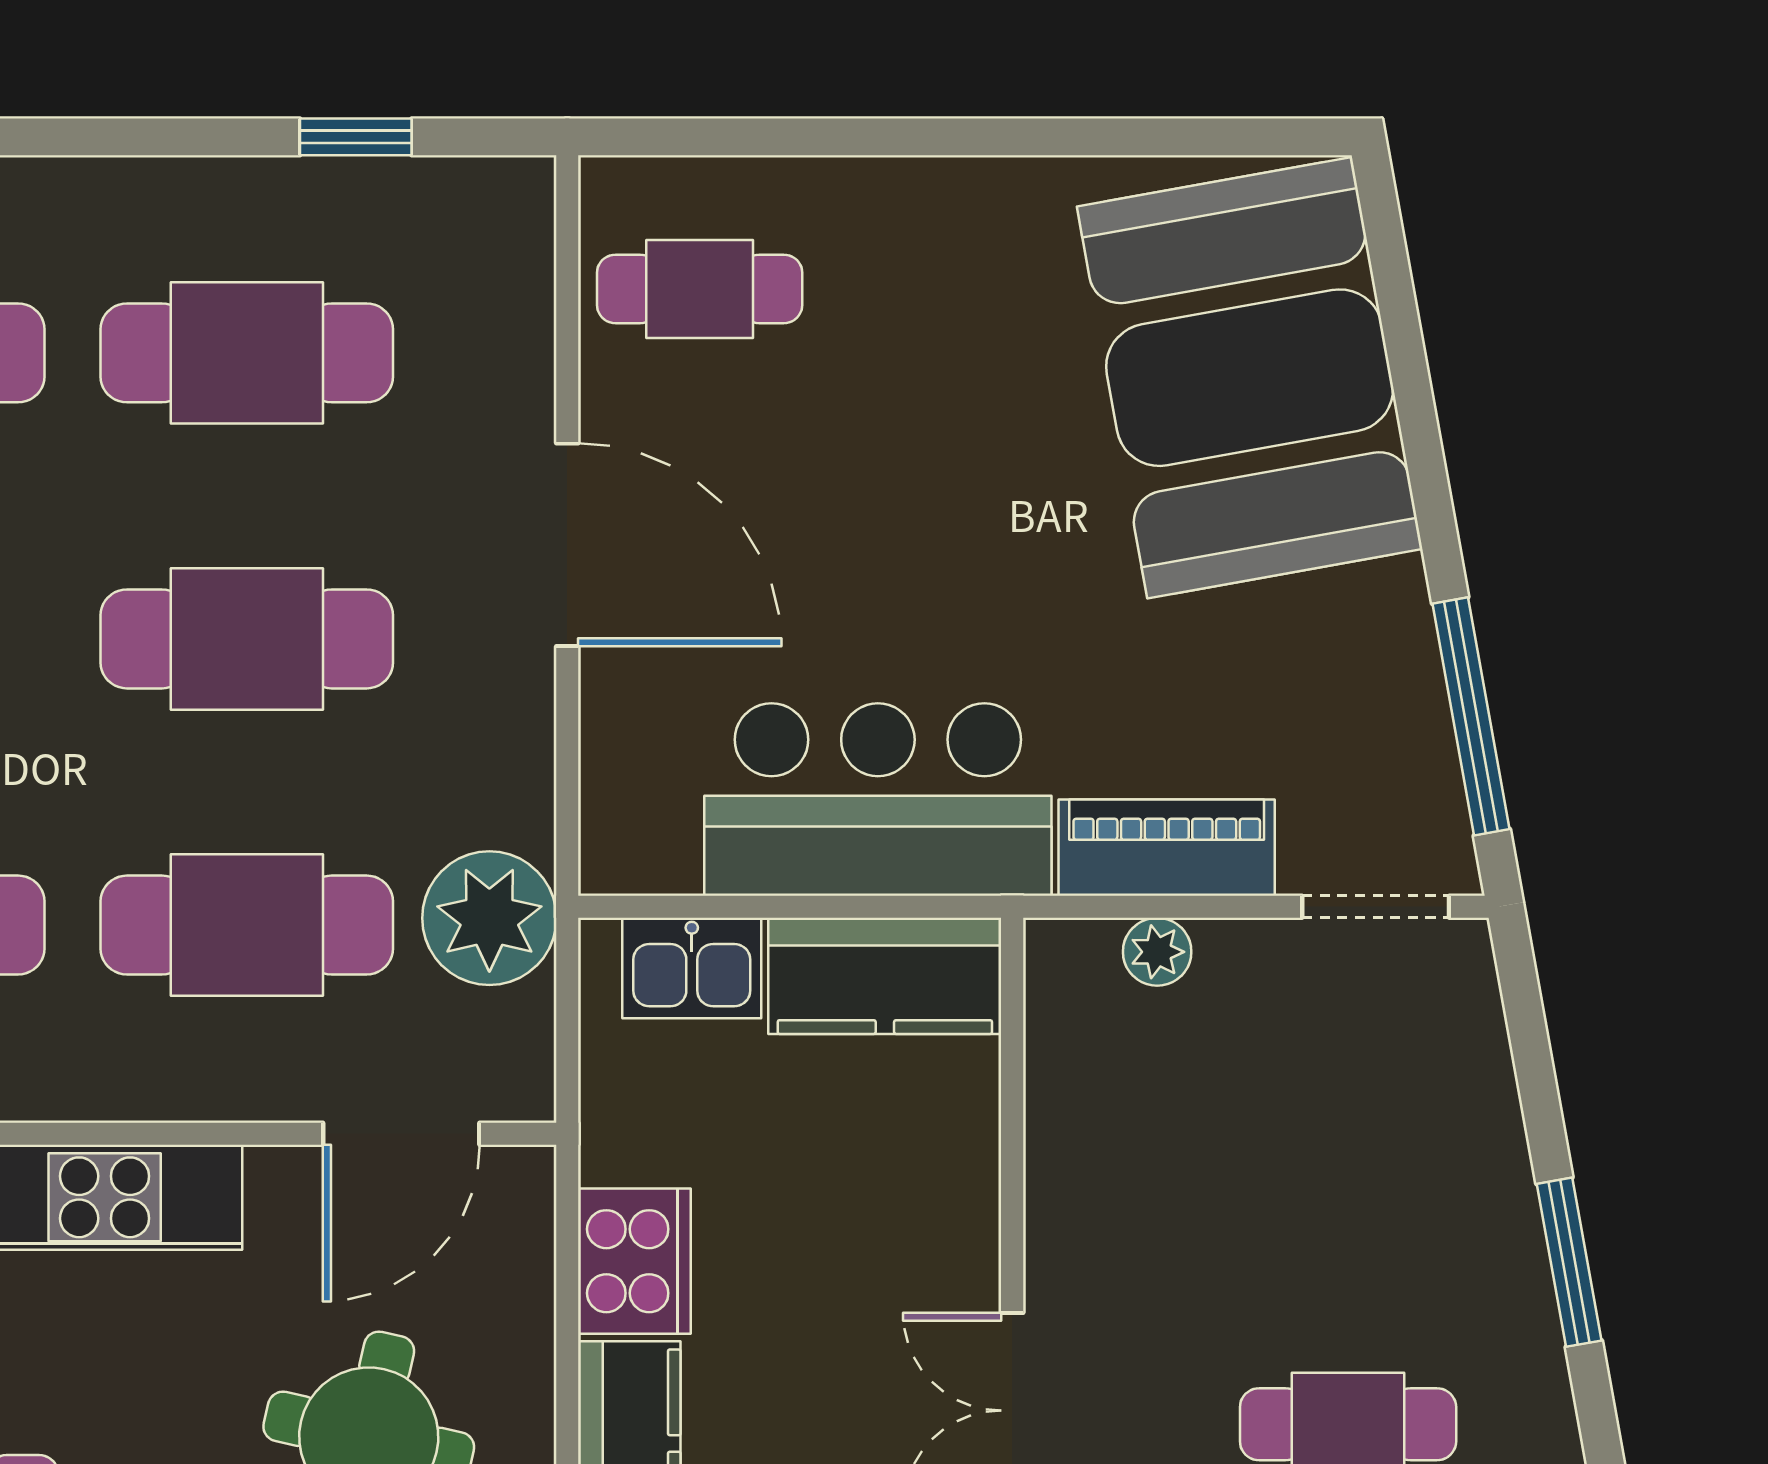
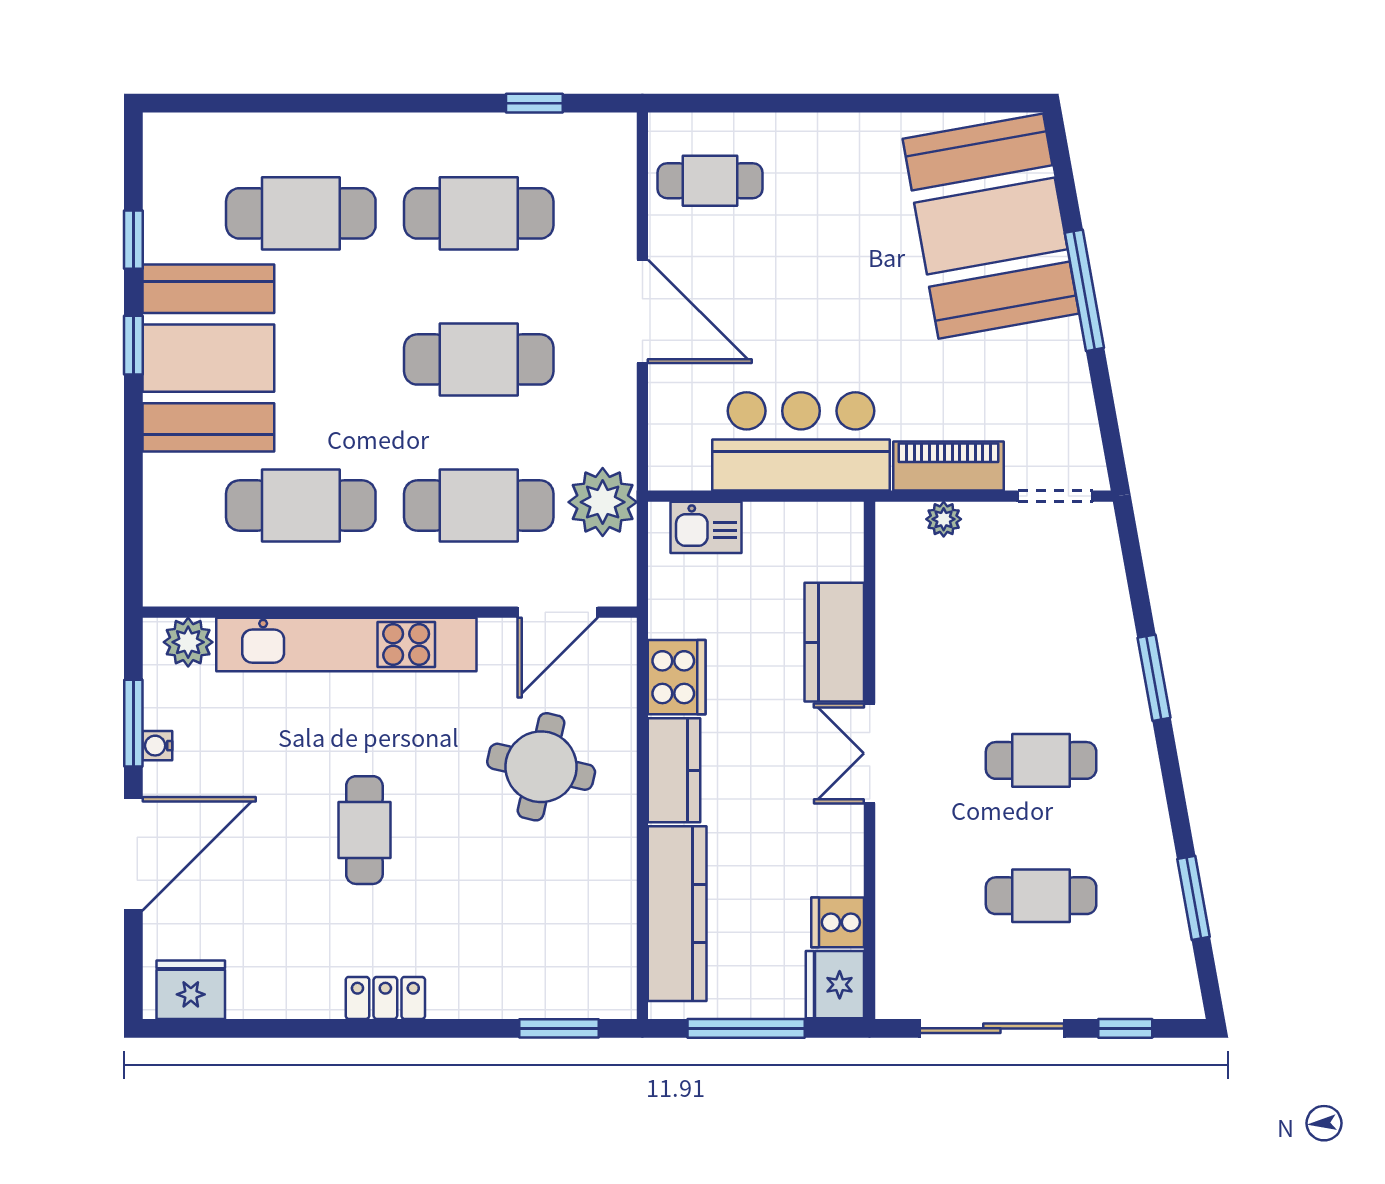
window: (1471, 716) -> (1084, 290), moved
kitchen counter: (885, 976) -> (834, 642), moved, turned 90

